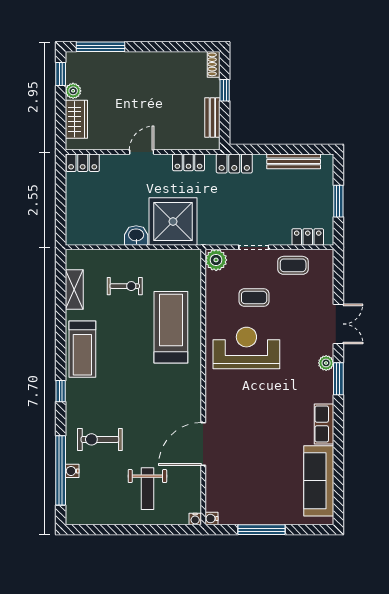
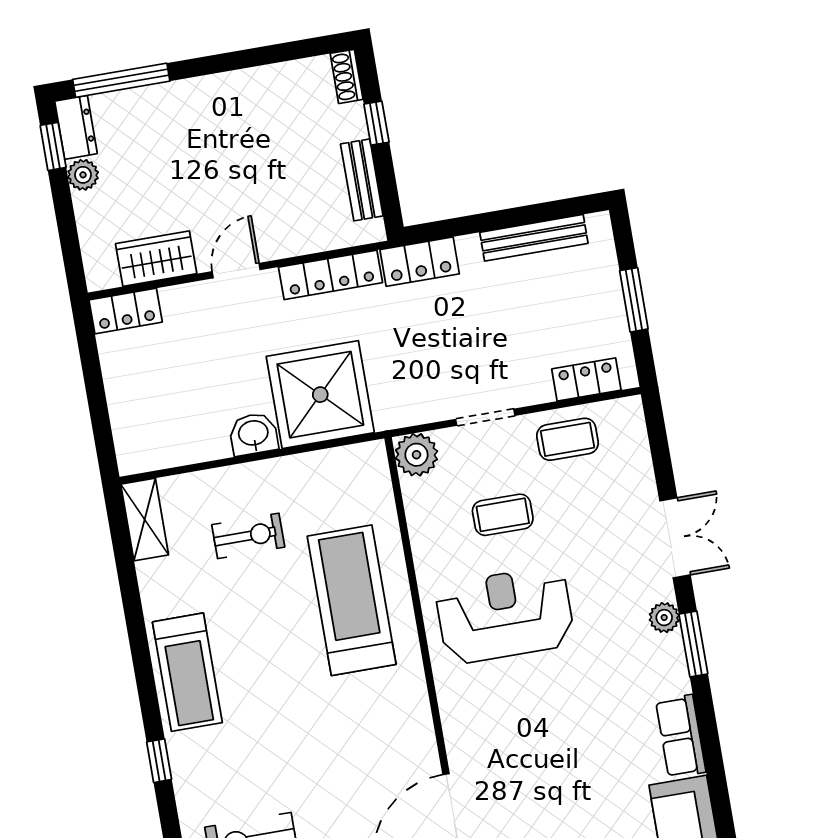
dresser: (74, 66) -> (76, 127), added
wardrobe: (76, 119) -> (156, 259), moved, turned -90
locker: (188, 162) -> (330, 275), width x1.53
shelving: (74, 290) -> (145, 519), moved

